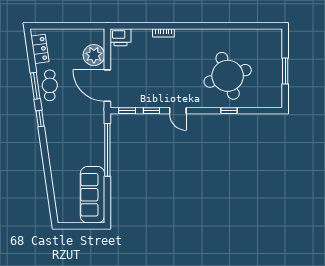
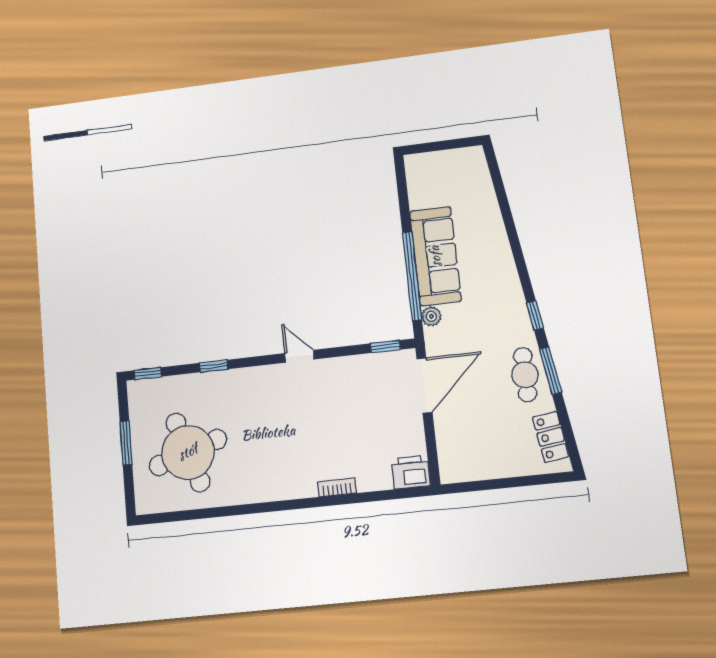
plant: (94, 55) -> (431, 316), moved, width x0.53, depth x0.53
round table: (228, 76) -> (188, 452), moved
door: (107, 86) -> (424, 385), hinge flipped
window: (152, 111) -> (148, 374), moved
sofa: (92, 195) -> (435, 256), moved

